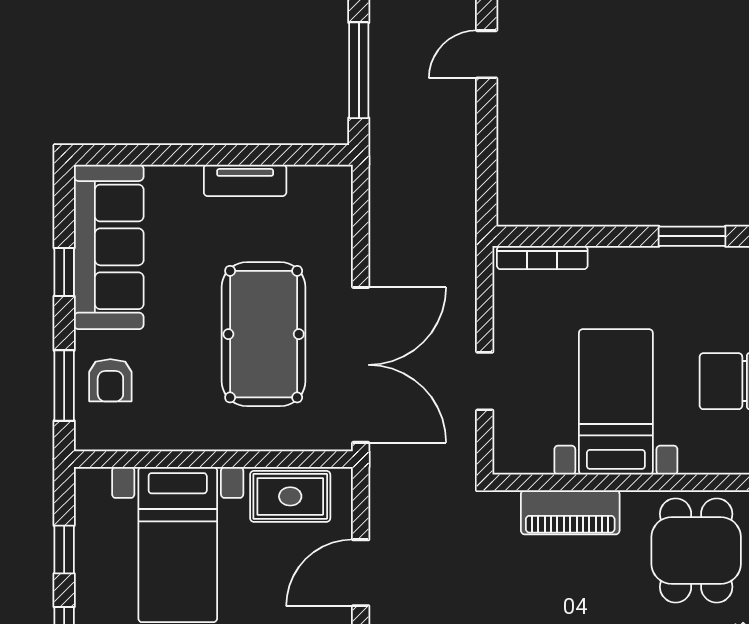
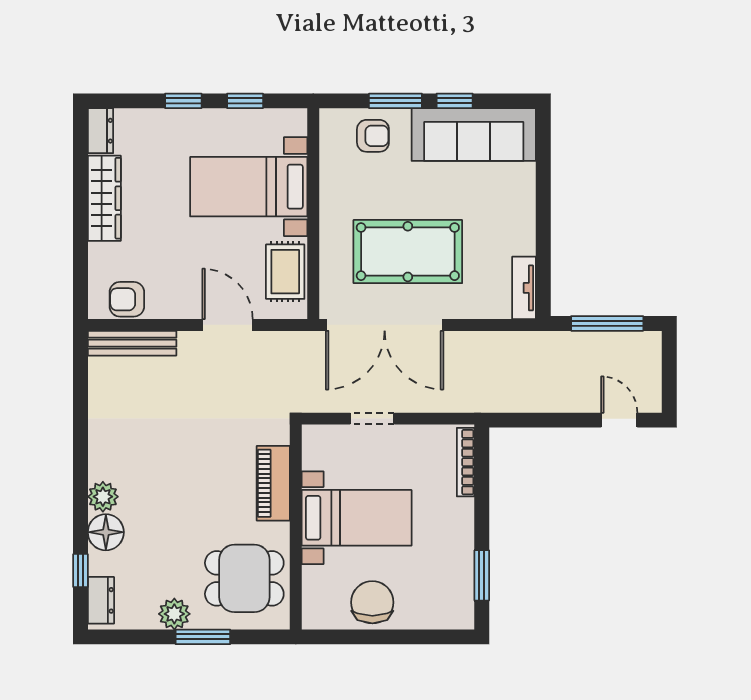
tv unit: (245, 180) -> (524, 288), moved
armchair: (110, 380) -> (373, 136), turned 180
window: (64, 385) -> (395, 101), moved

